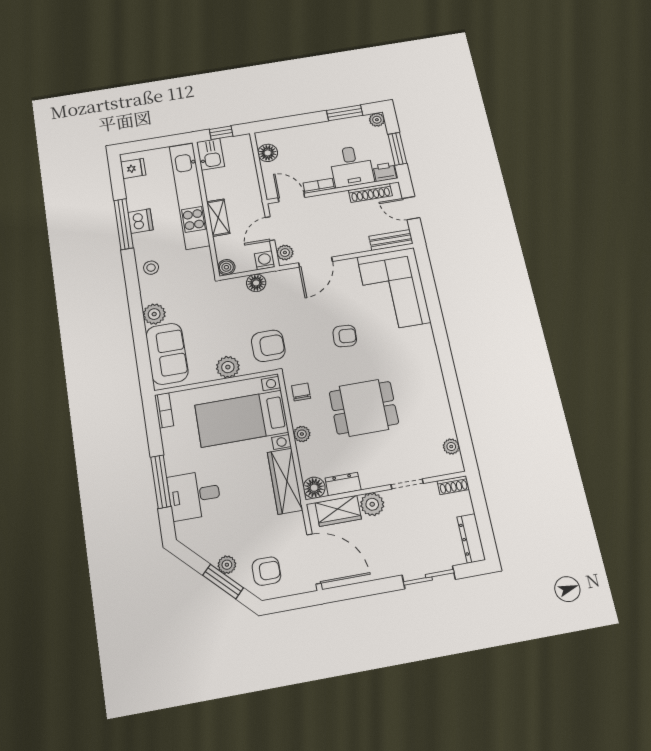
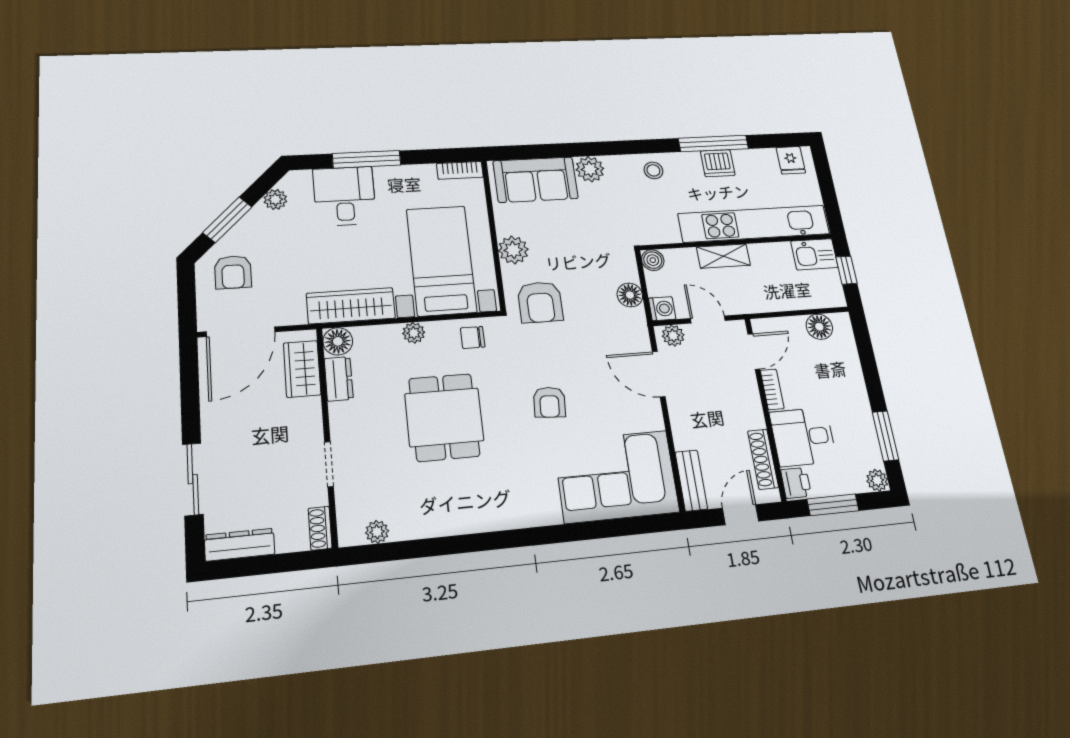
chair: (301, 392) -> (473, 337), turned 180
plant: (372, 504) -> (306, 414), removed
plant: (227, 565) -> (275, 199), moved

